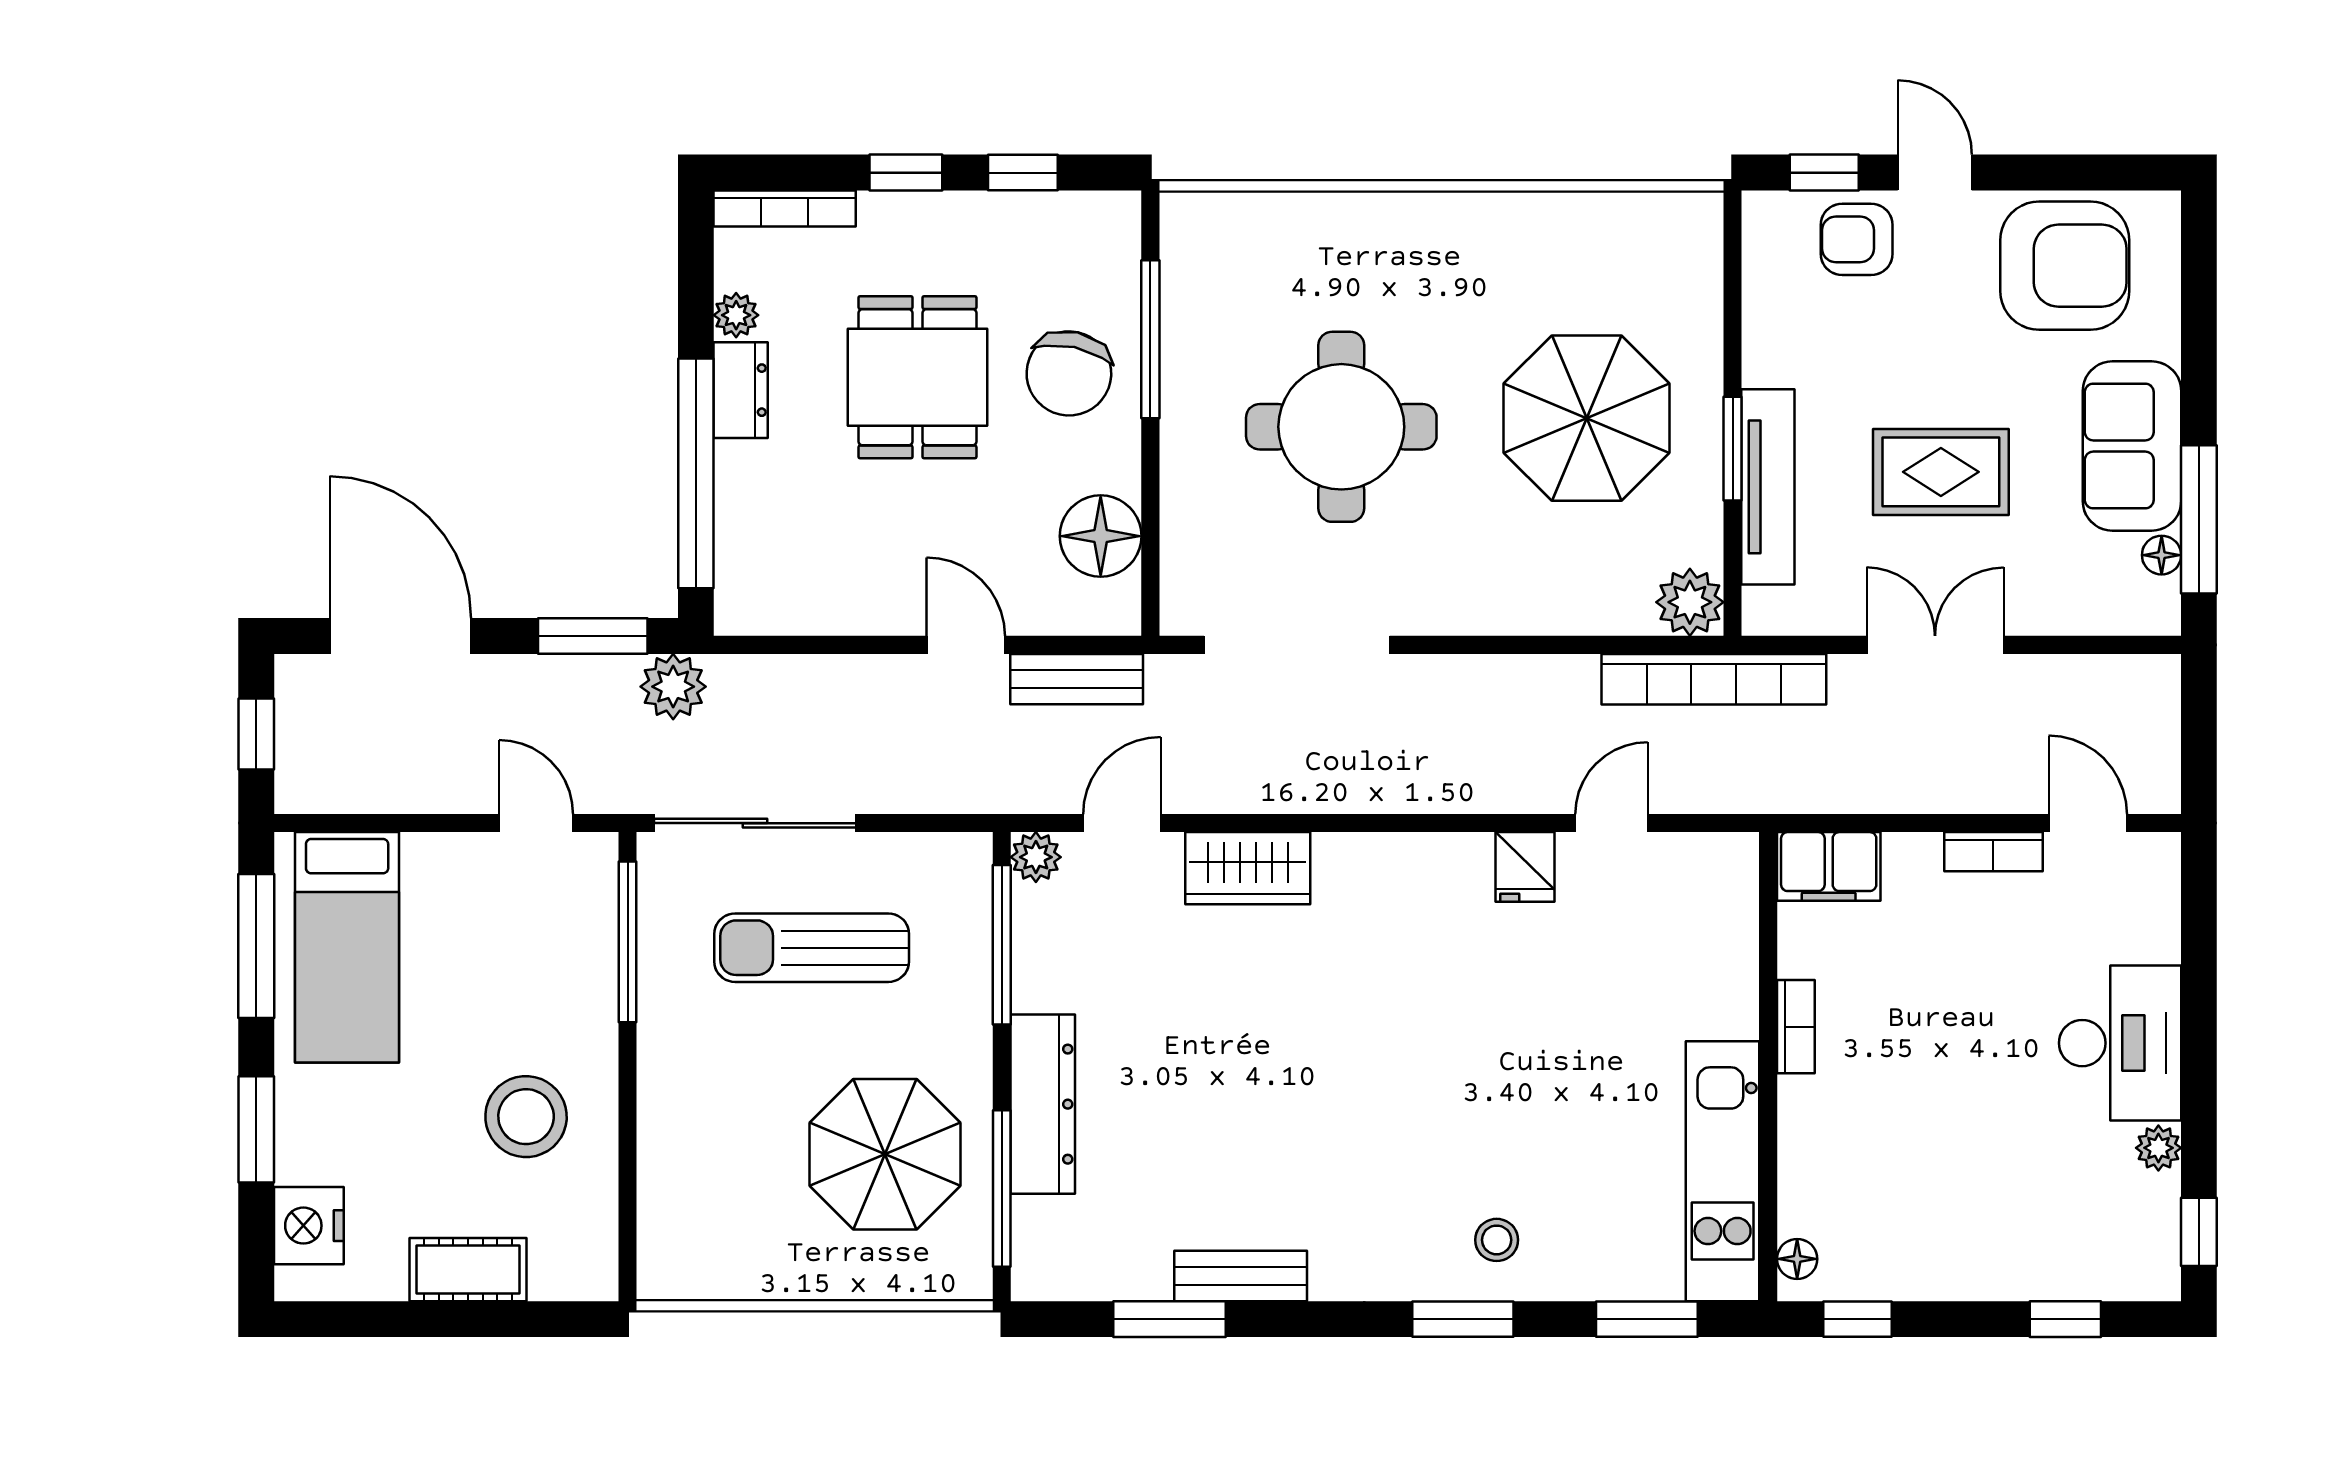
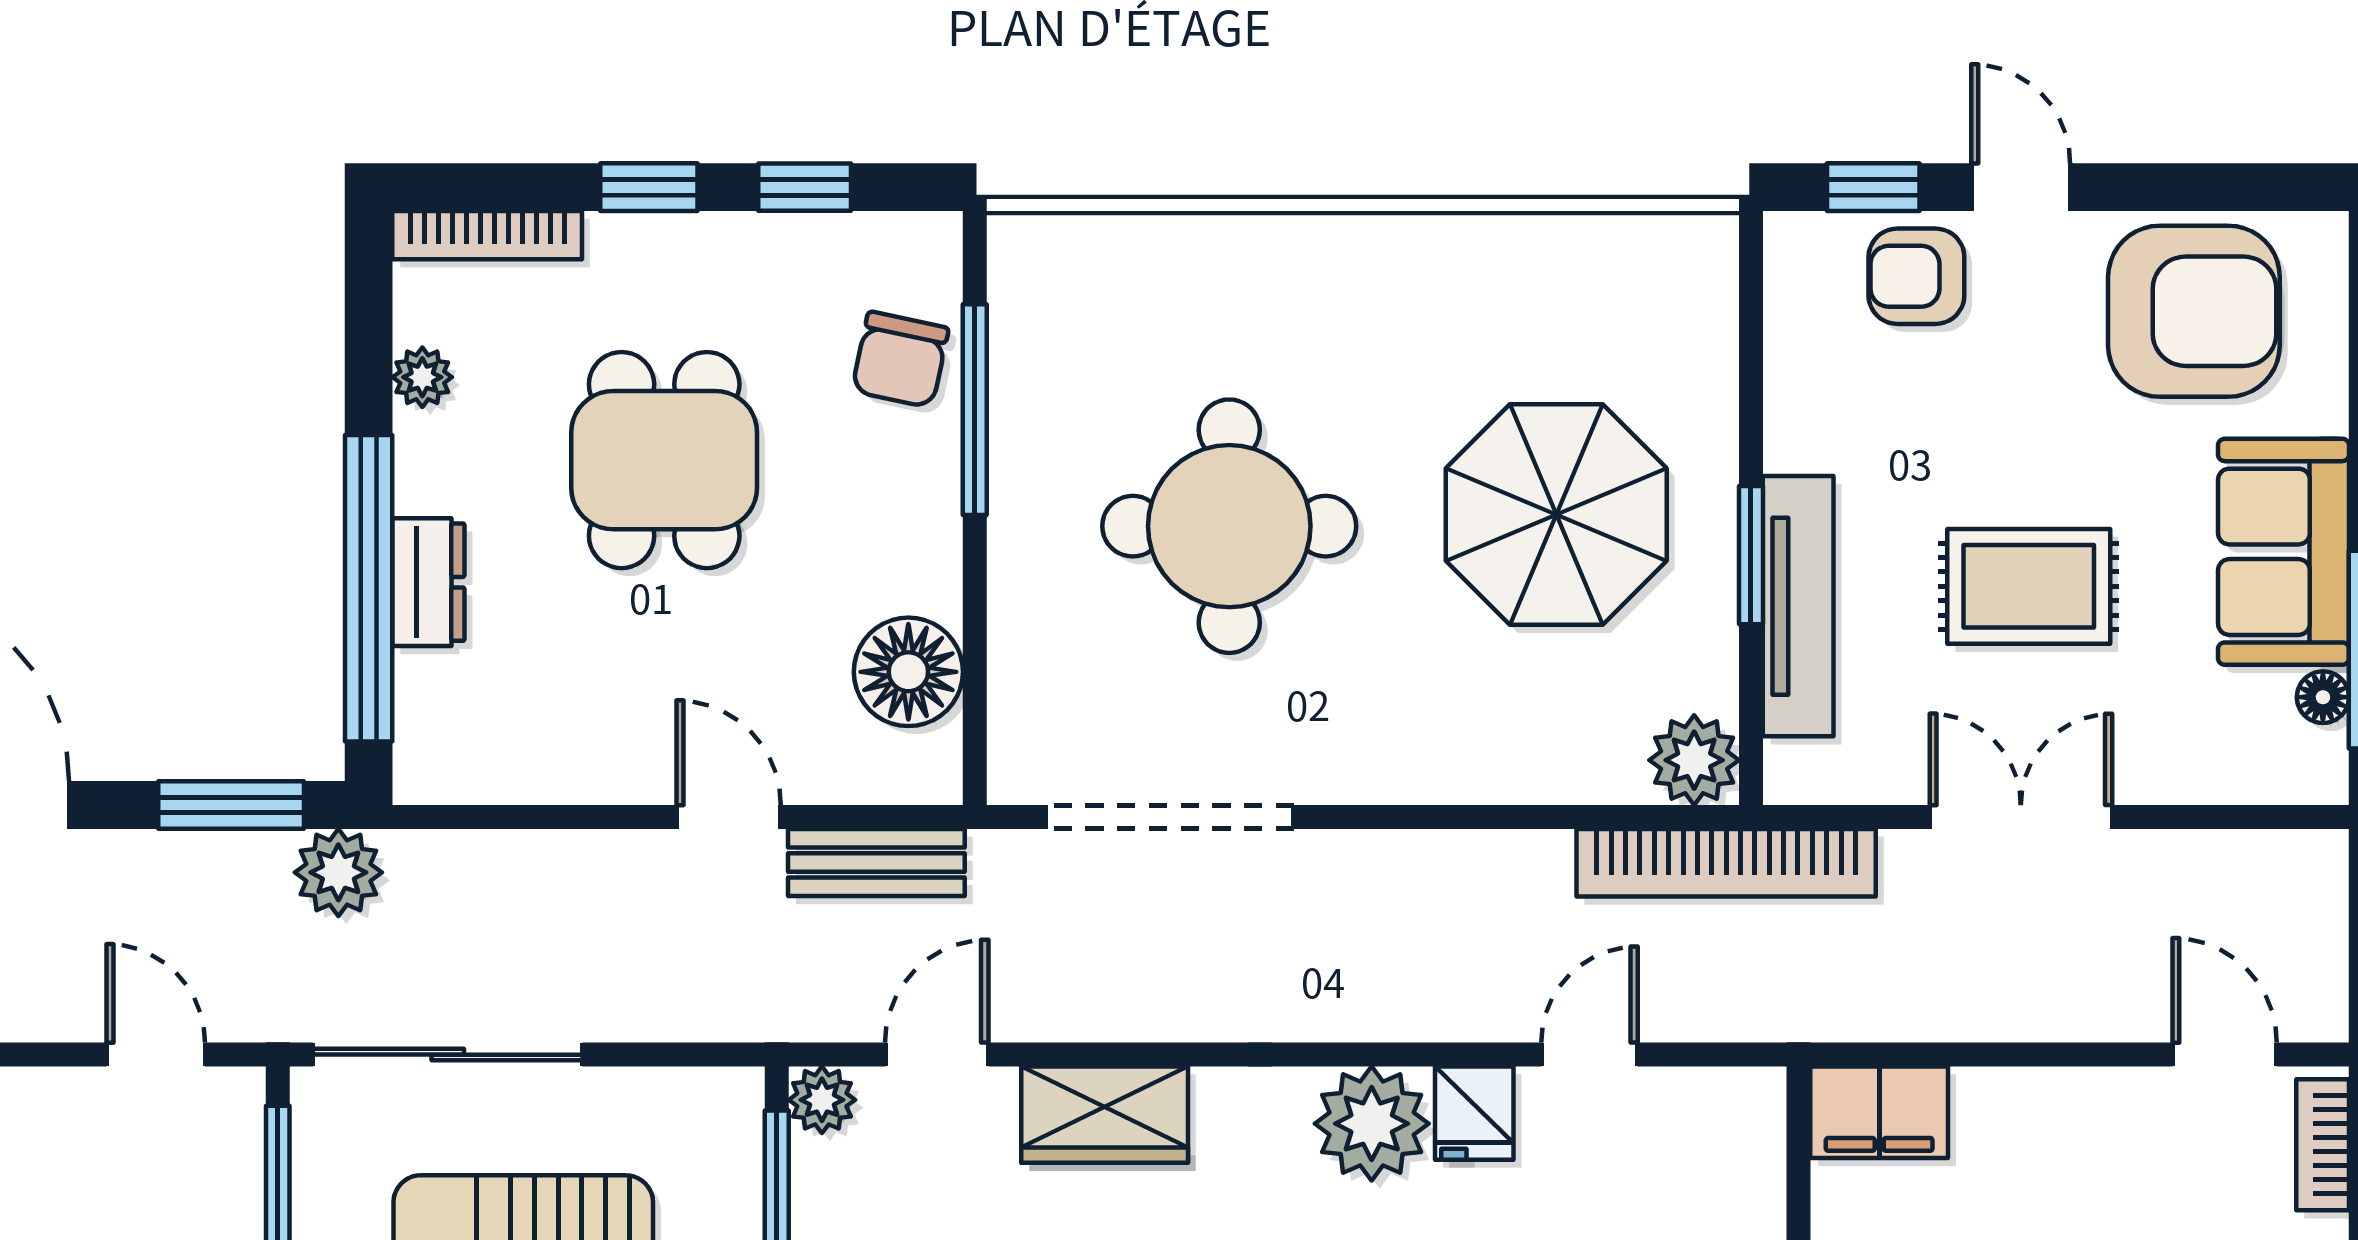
chair: (1069, 373) -> (900, 360), moved, width x0.73, depth x0.73
dresser: (741, 390) -> (428, 582), moved
bookcase: (1993, 852) -> (2323, 1145), moved, turned 90
plant: (1448, 875) -> (1372, 1124), added

